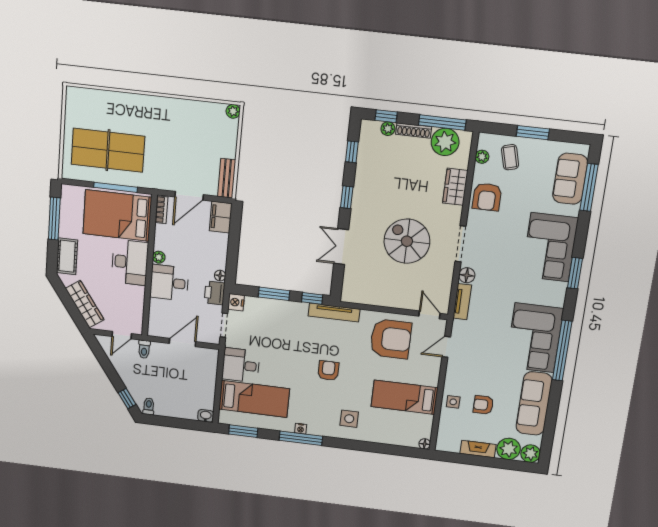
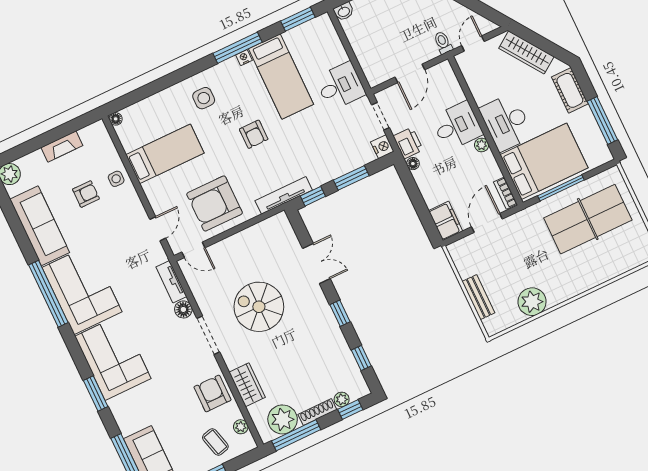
plant: (233, 111) -> (532, 302), moved, width x1.88, depth x1.88
bench: (227, 178) -> (478, 297), moved
spiral stairs: (407, 241) -> (259, 307), turned 180
corner sofa: (550, 247) -> (113, 357), moved
window: (575, 273) -> (96, 393), moved
bed: (254, 399) -> (281, 77), moved, turned -90
plant: (509, 449) -> (33, 165), removed

